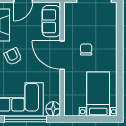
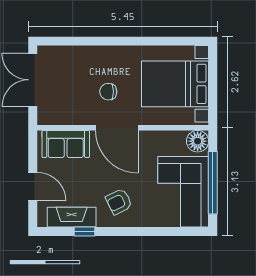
door: (62, 55) -> (117, 128), hinge flipped
bed with nightstands: (98, 94) -> (175, 84), width x1.36

